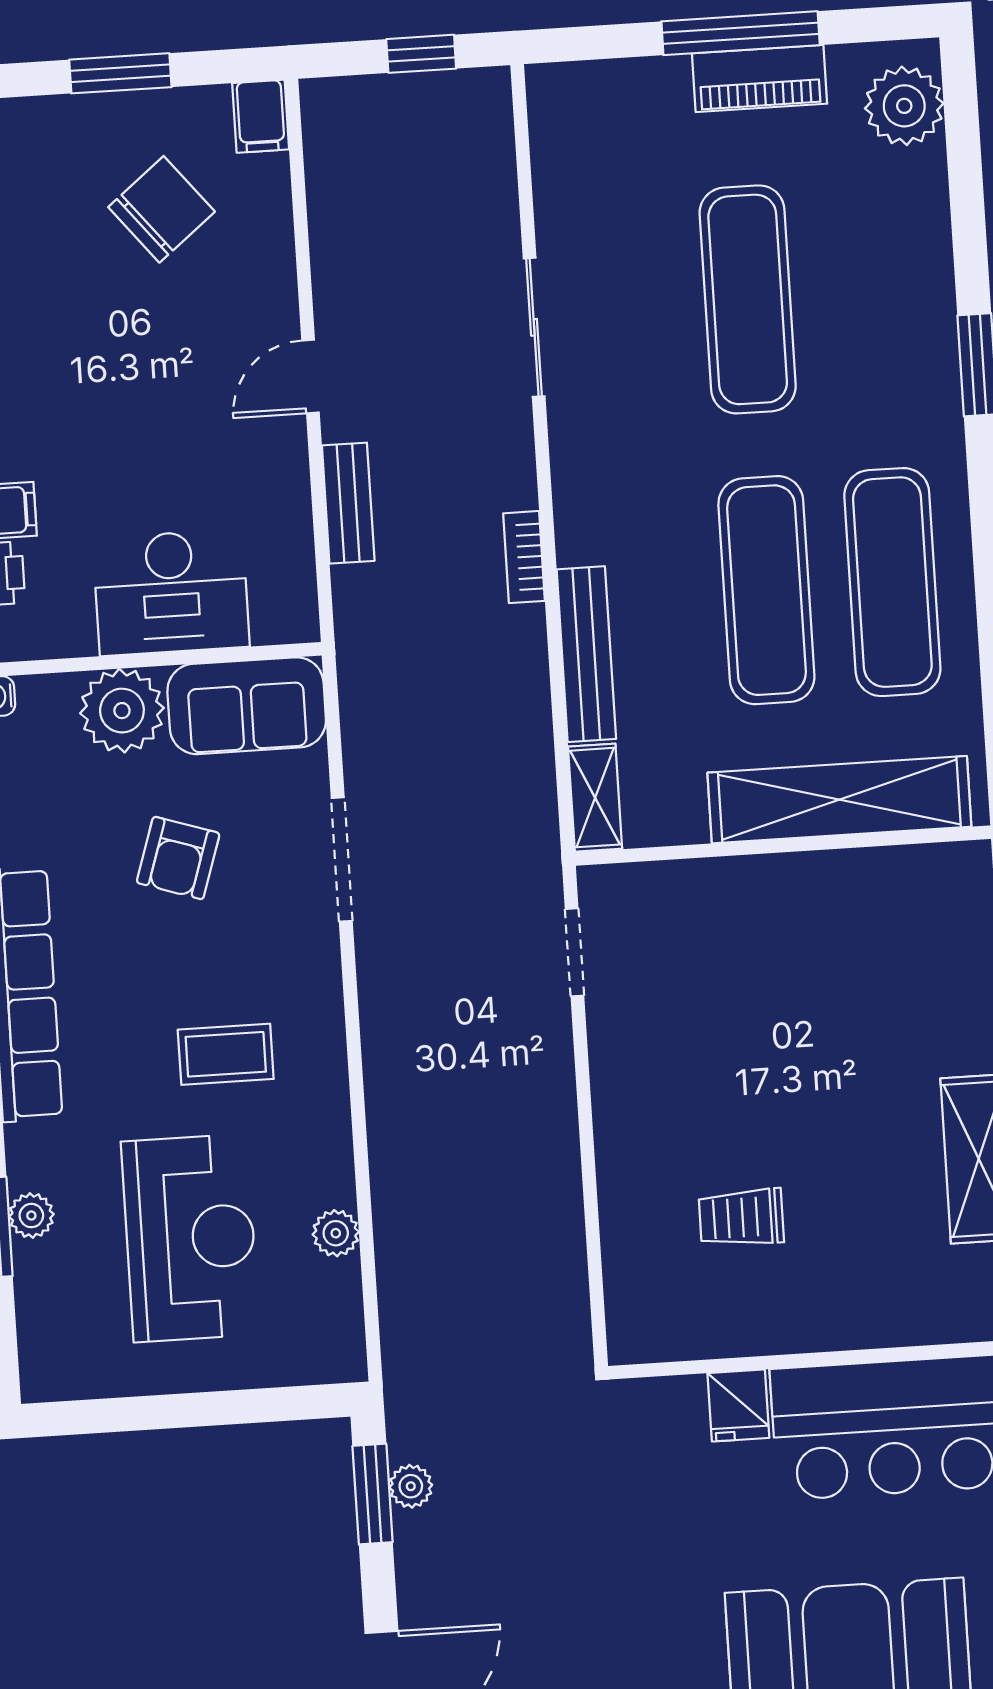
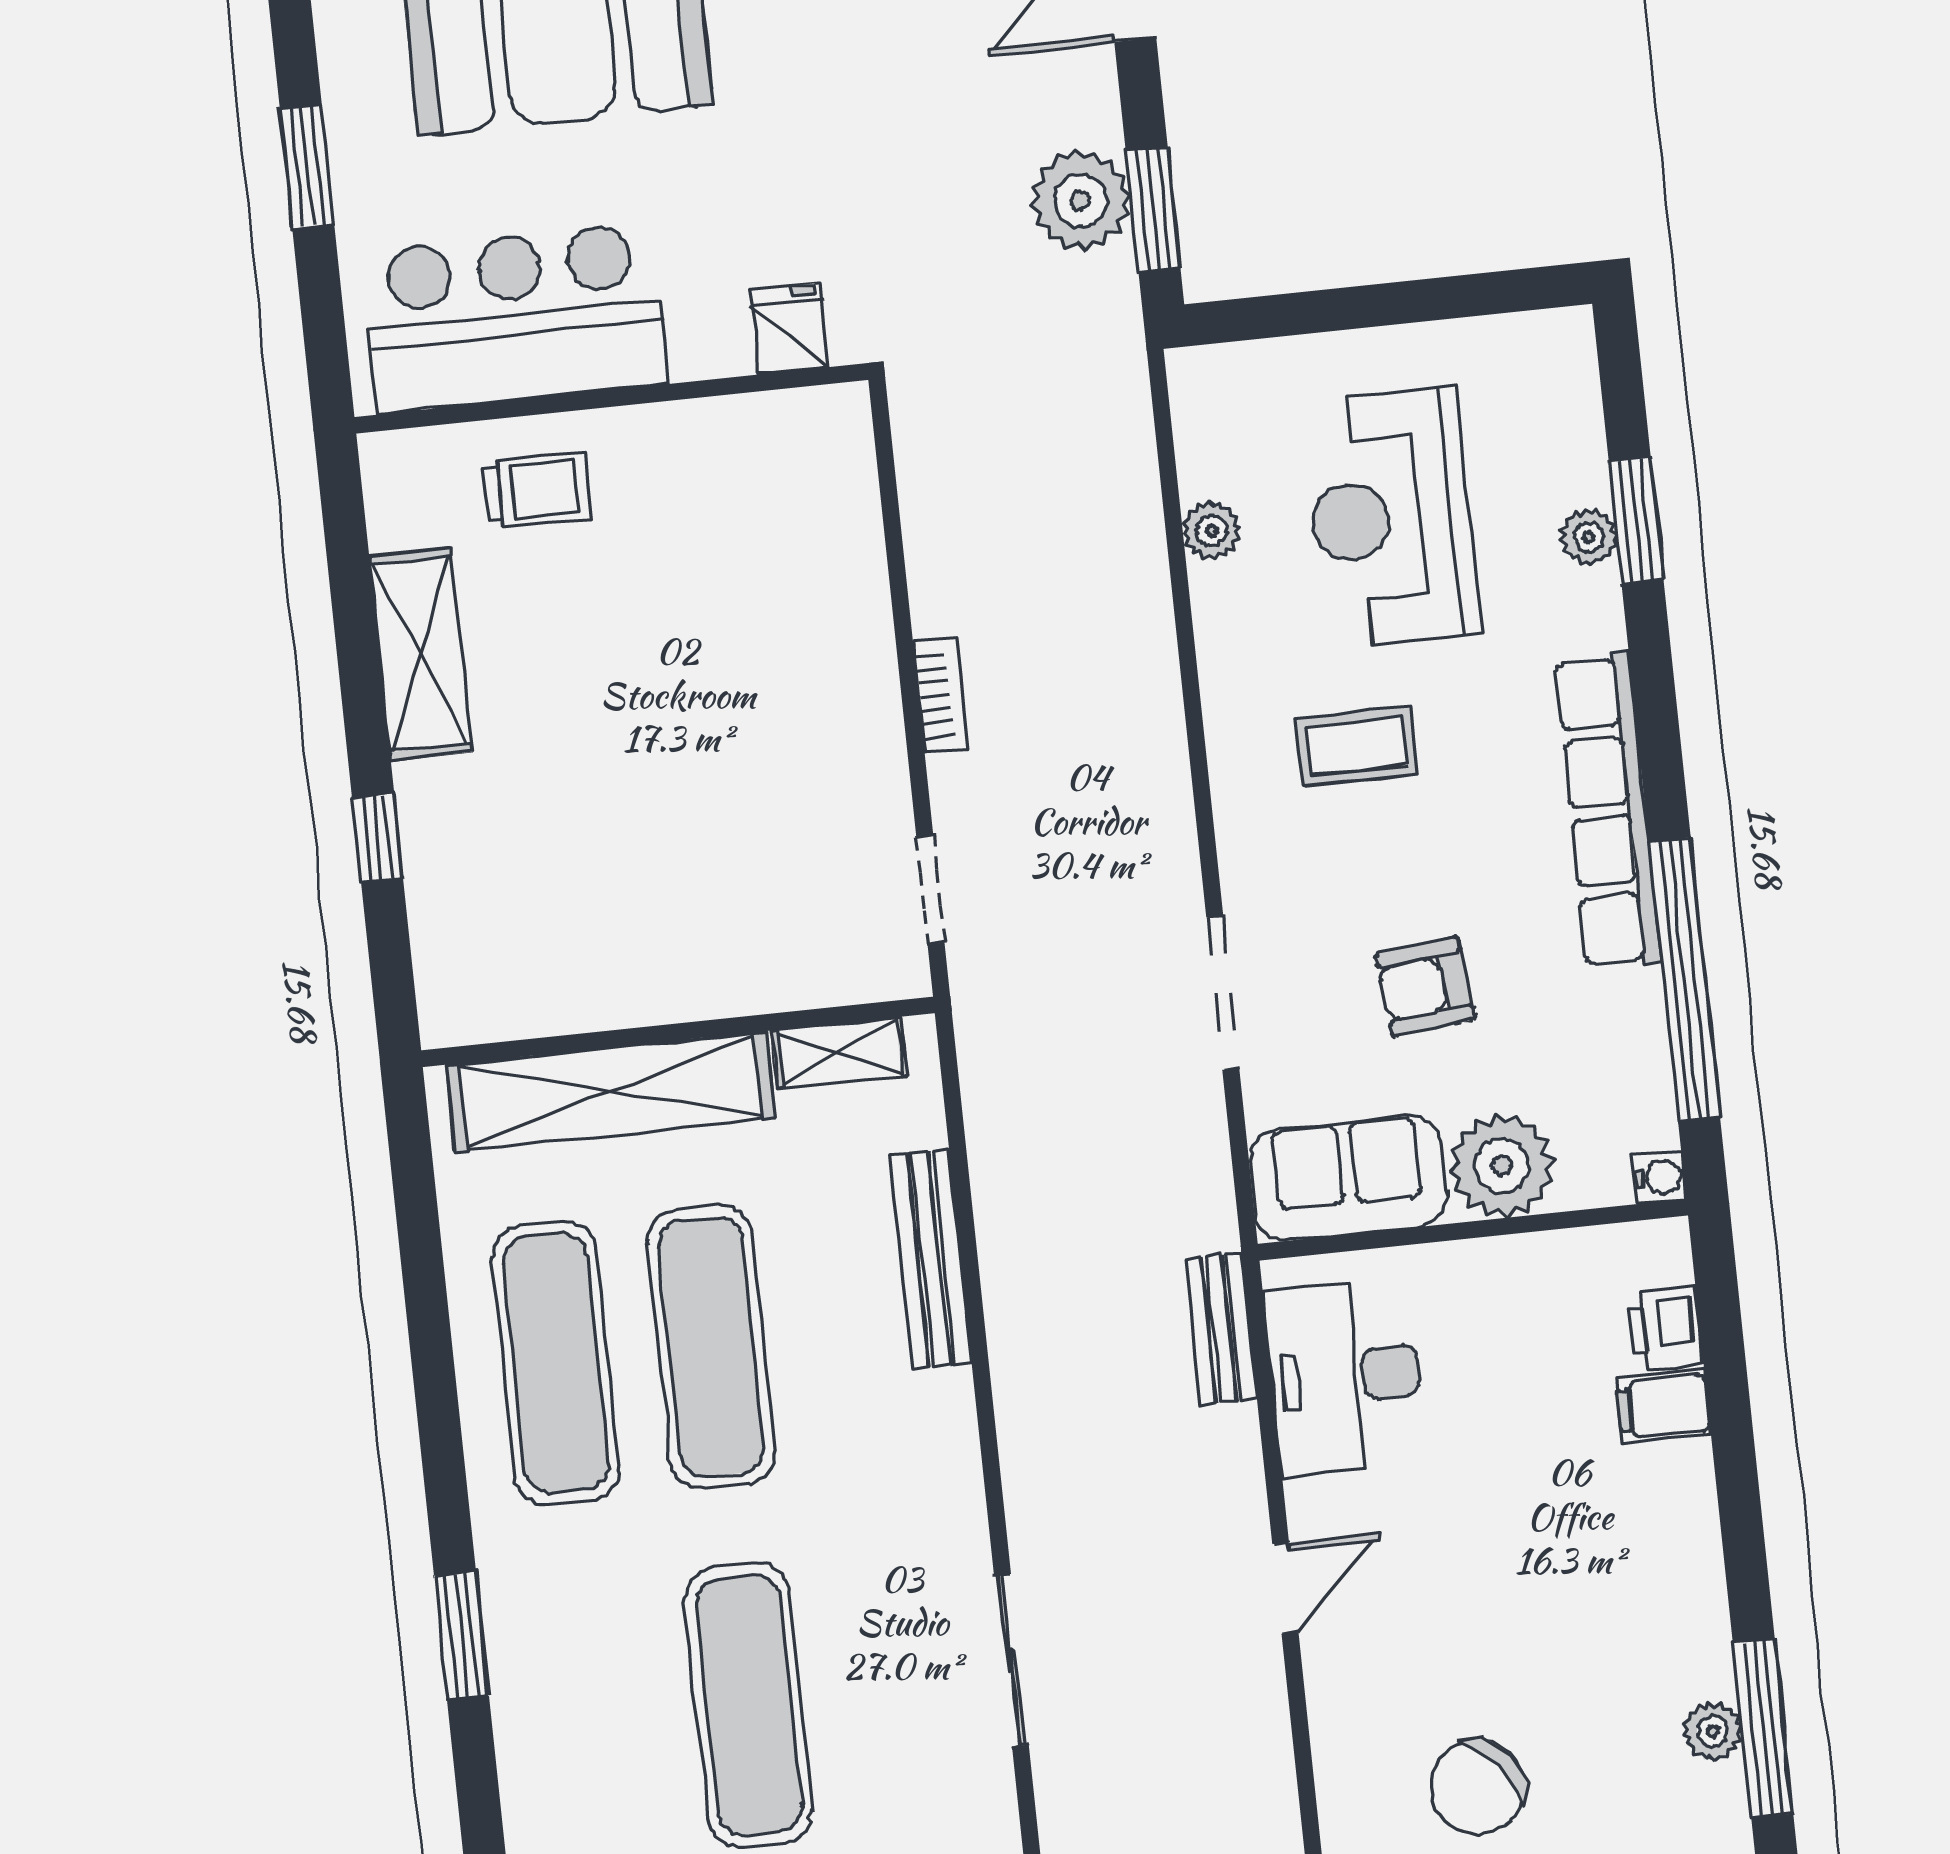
bench: (348, 503) -> (1221, 1329), moved
bookcase: (524, 557) -> (941, 695), moved
desk: (171, 592) -> (1345, 1377), moved, turned -90
shelving: (595, 798) -> (839, 1053), moved, turned 90
armchair: (178, 858) -> (1425, 986), turned -114
trolley: (741, 1218) -> (537, 490), moved
fridge: (738, 1405) -> (789, 329), moved
plant: (411, 1486) -> (1081, 201), width x1.87, depth x1.87

